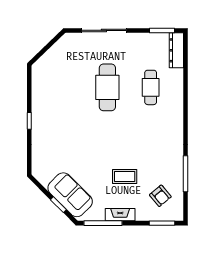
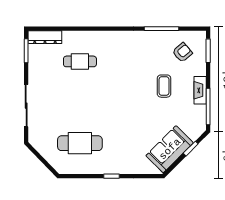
cafe table: (107, 87) -> (80, 143), moved
sofa: (70, 195) -> (170, 149), moved

